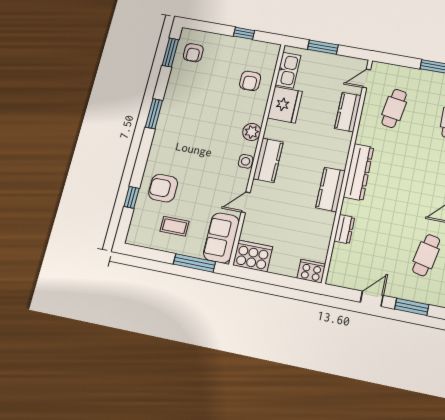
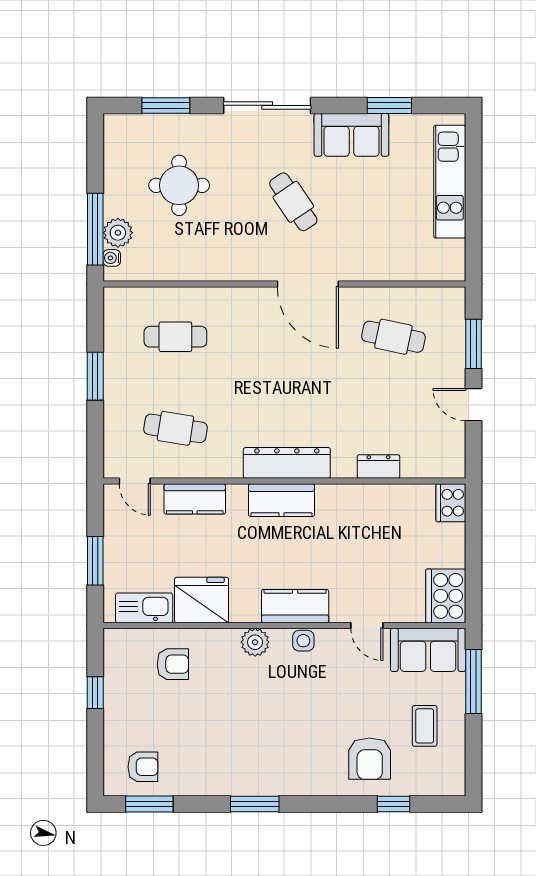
kitchen counter: (331, 189) -> (281, 500), moved

